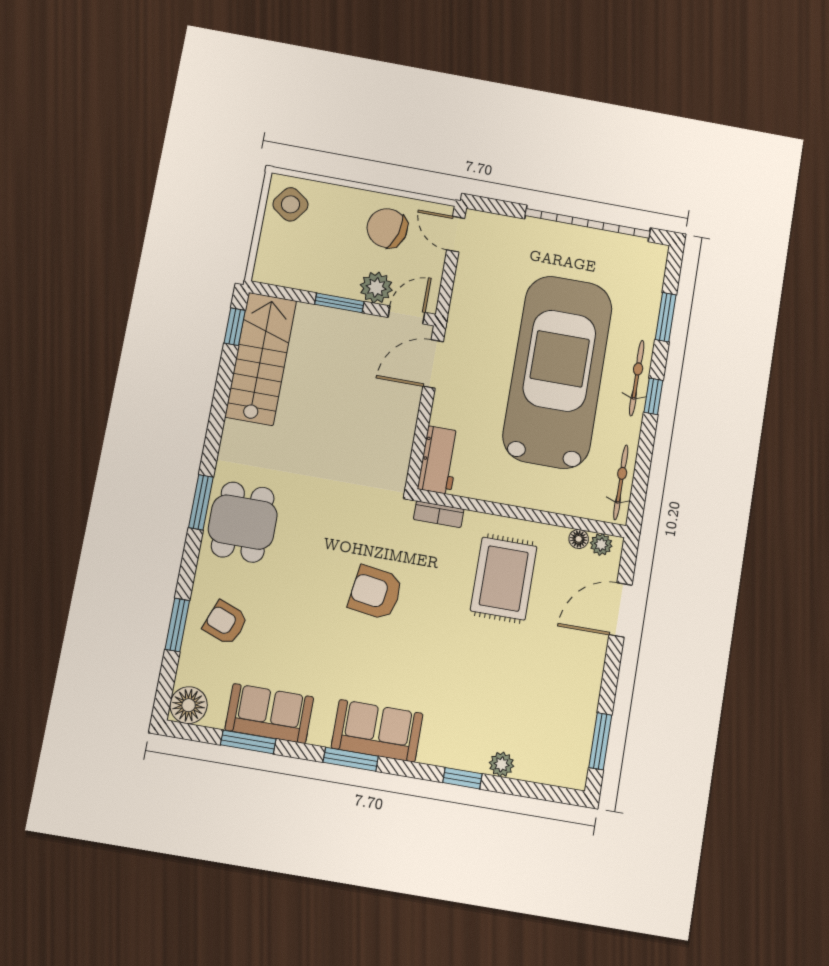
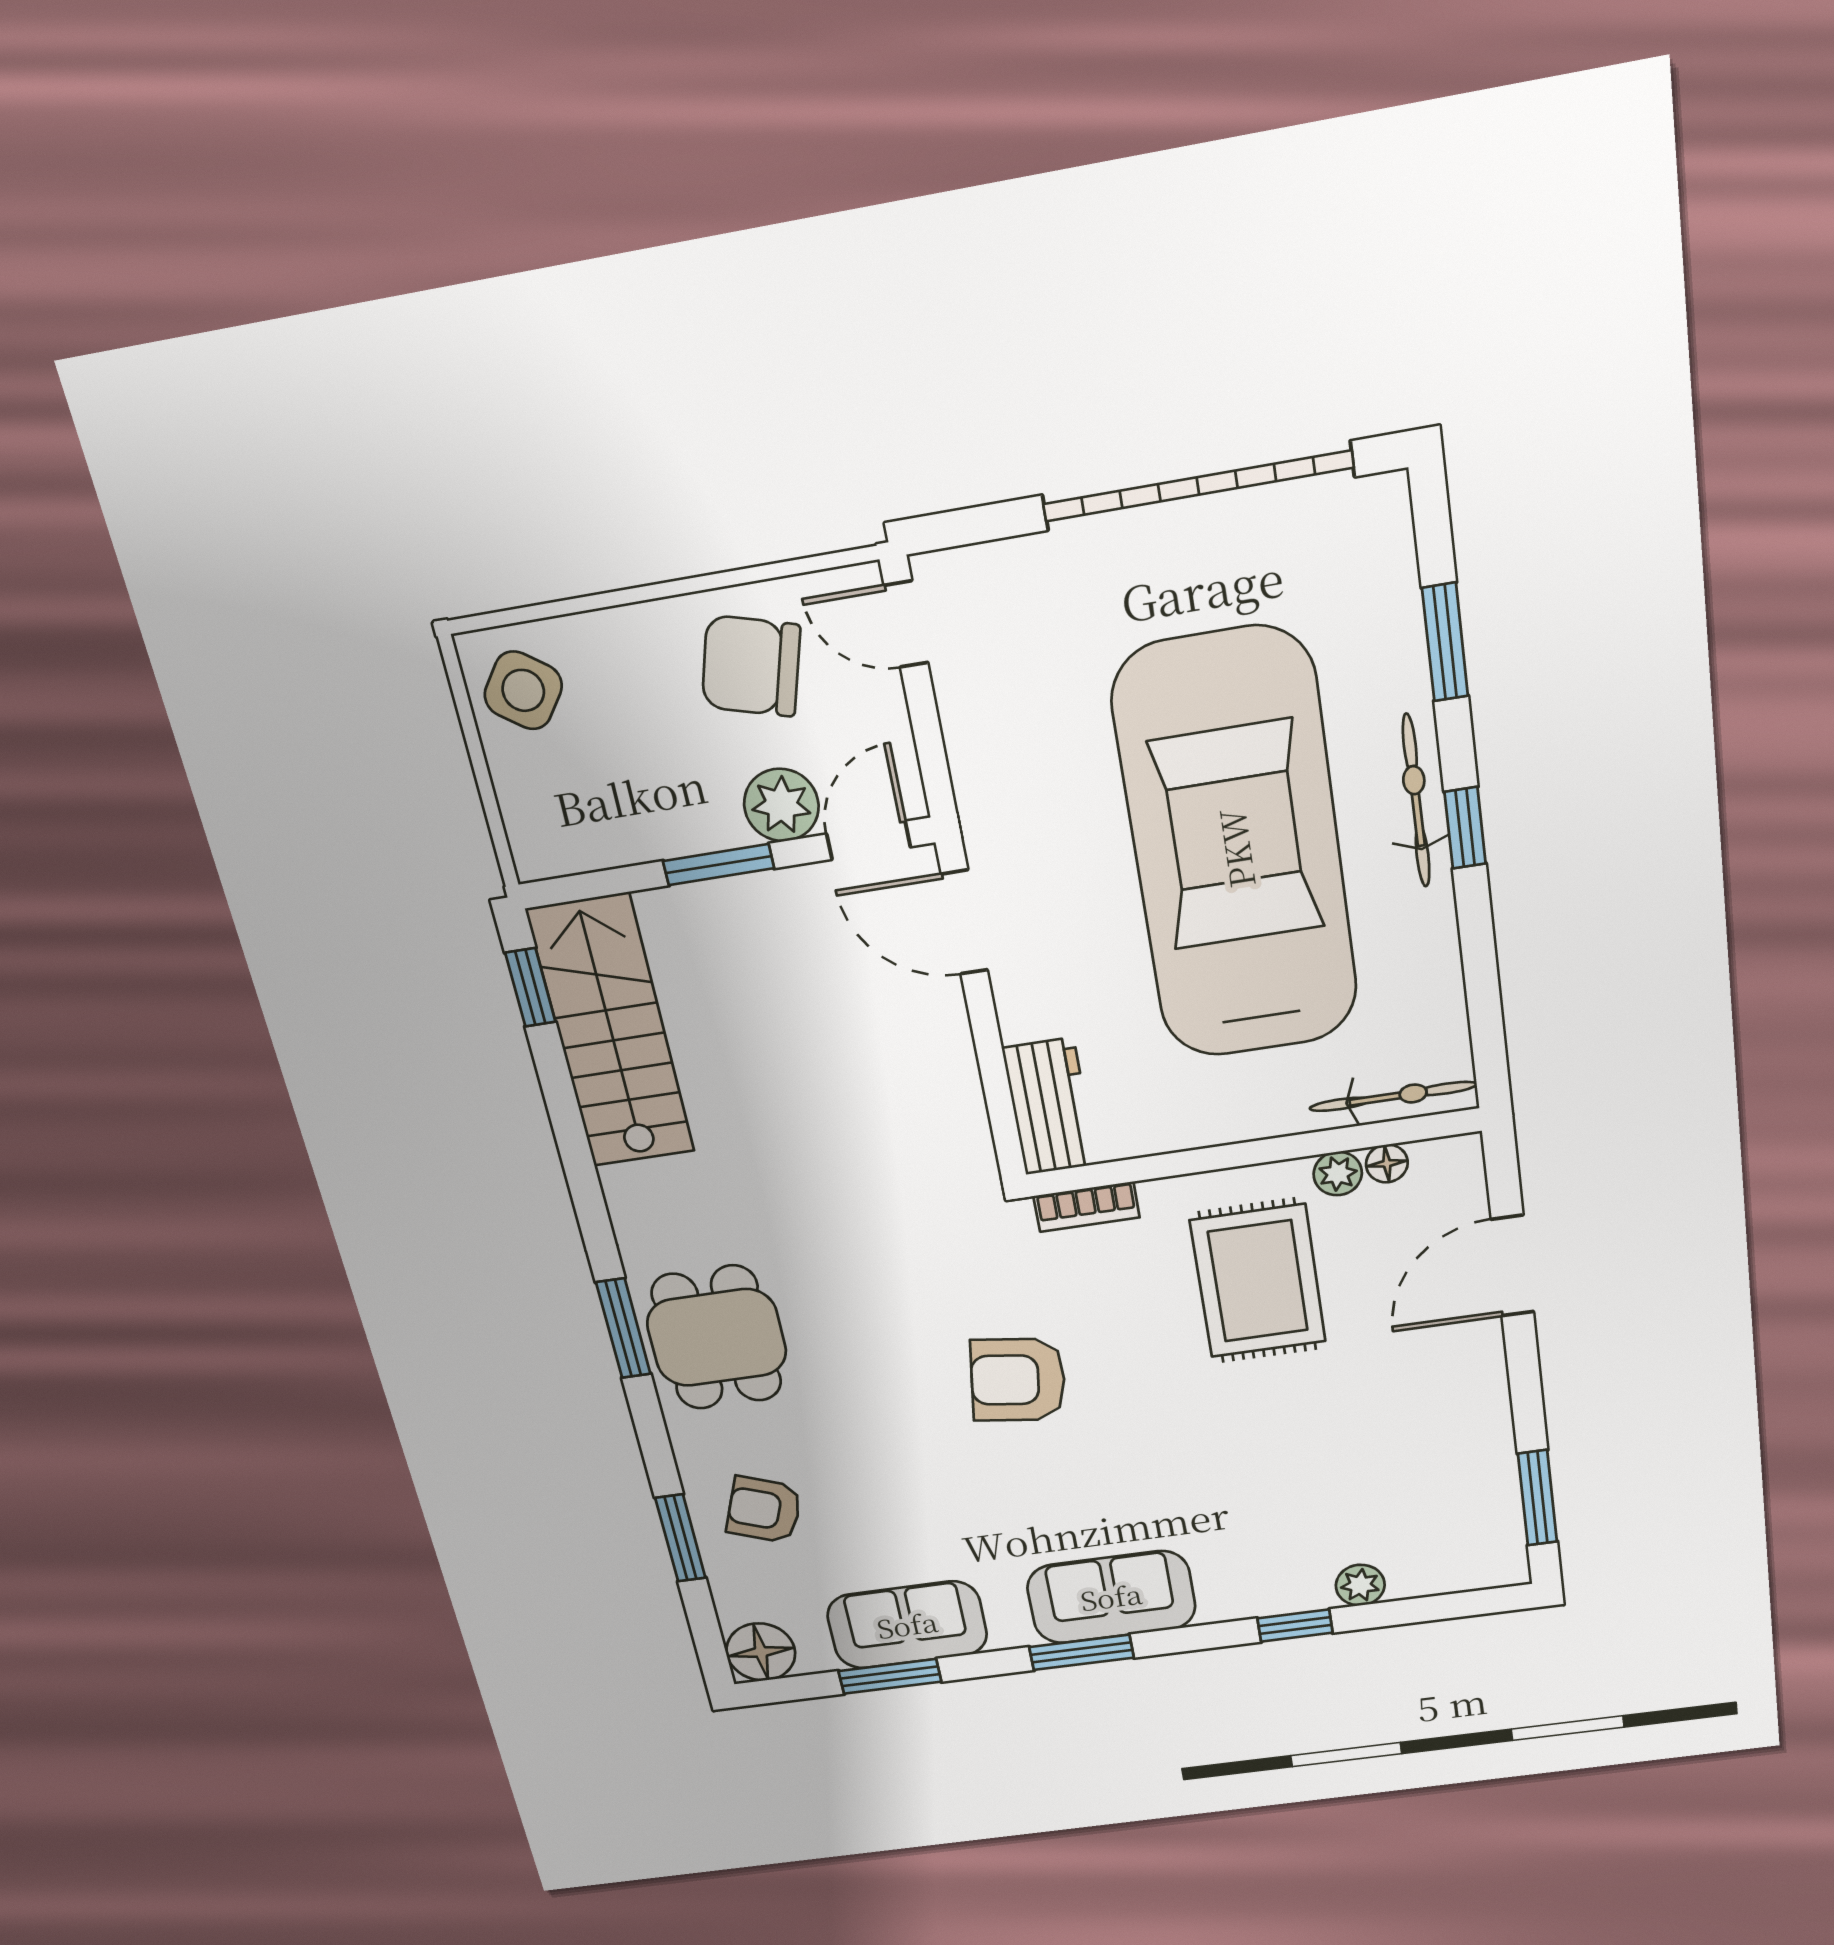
door: (433, 364) -> (964, 922), hinge flipped
bicycle: (621, 482) -> (1393, 1096), moved, turned 90
plant: (601, 544) -> (1338, 1174), moved

